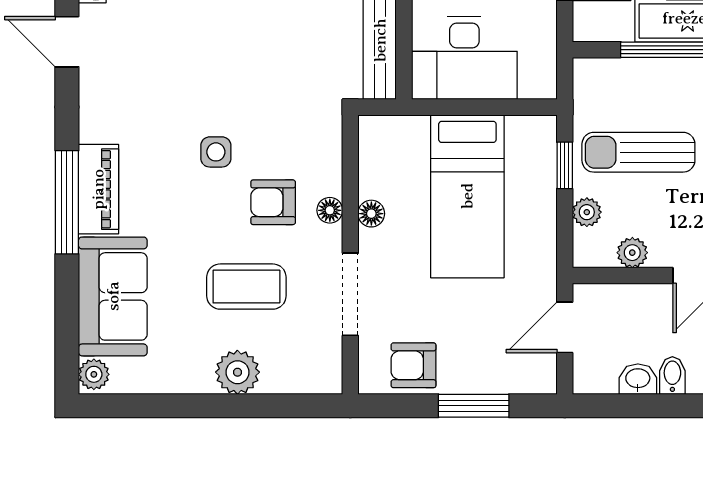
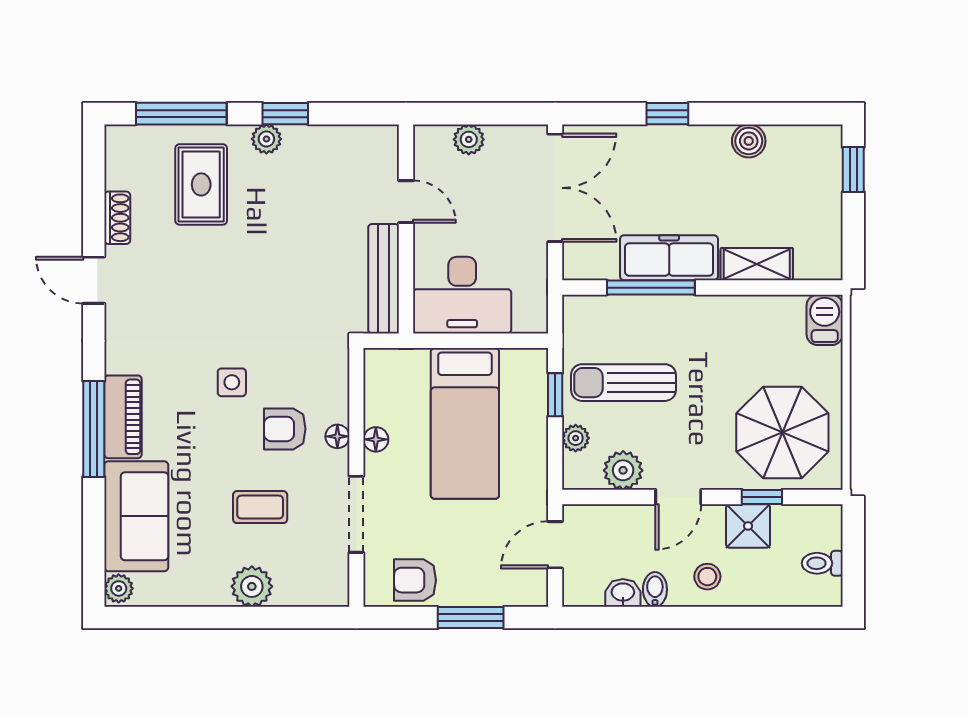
plant: (632, 253) -> (623, 470), width x1.38, depth x1.38
coffee table: (246, 287) -> (260, 507), width x0.73, depth x0.77

